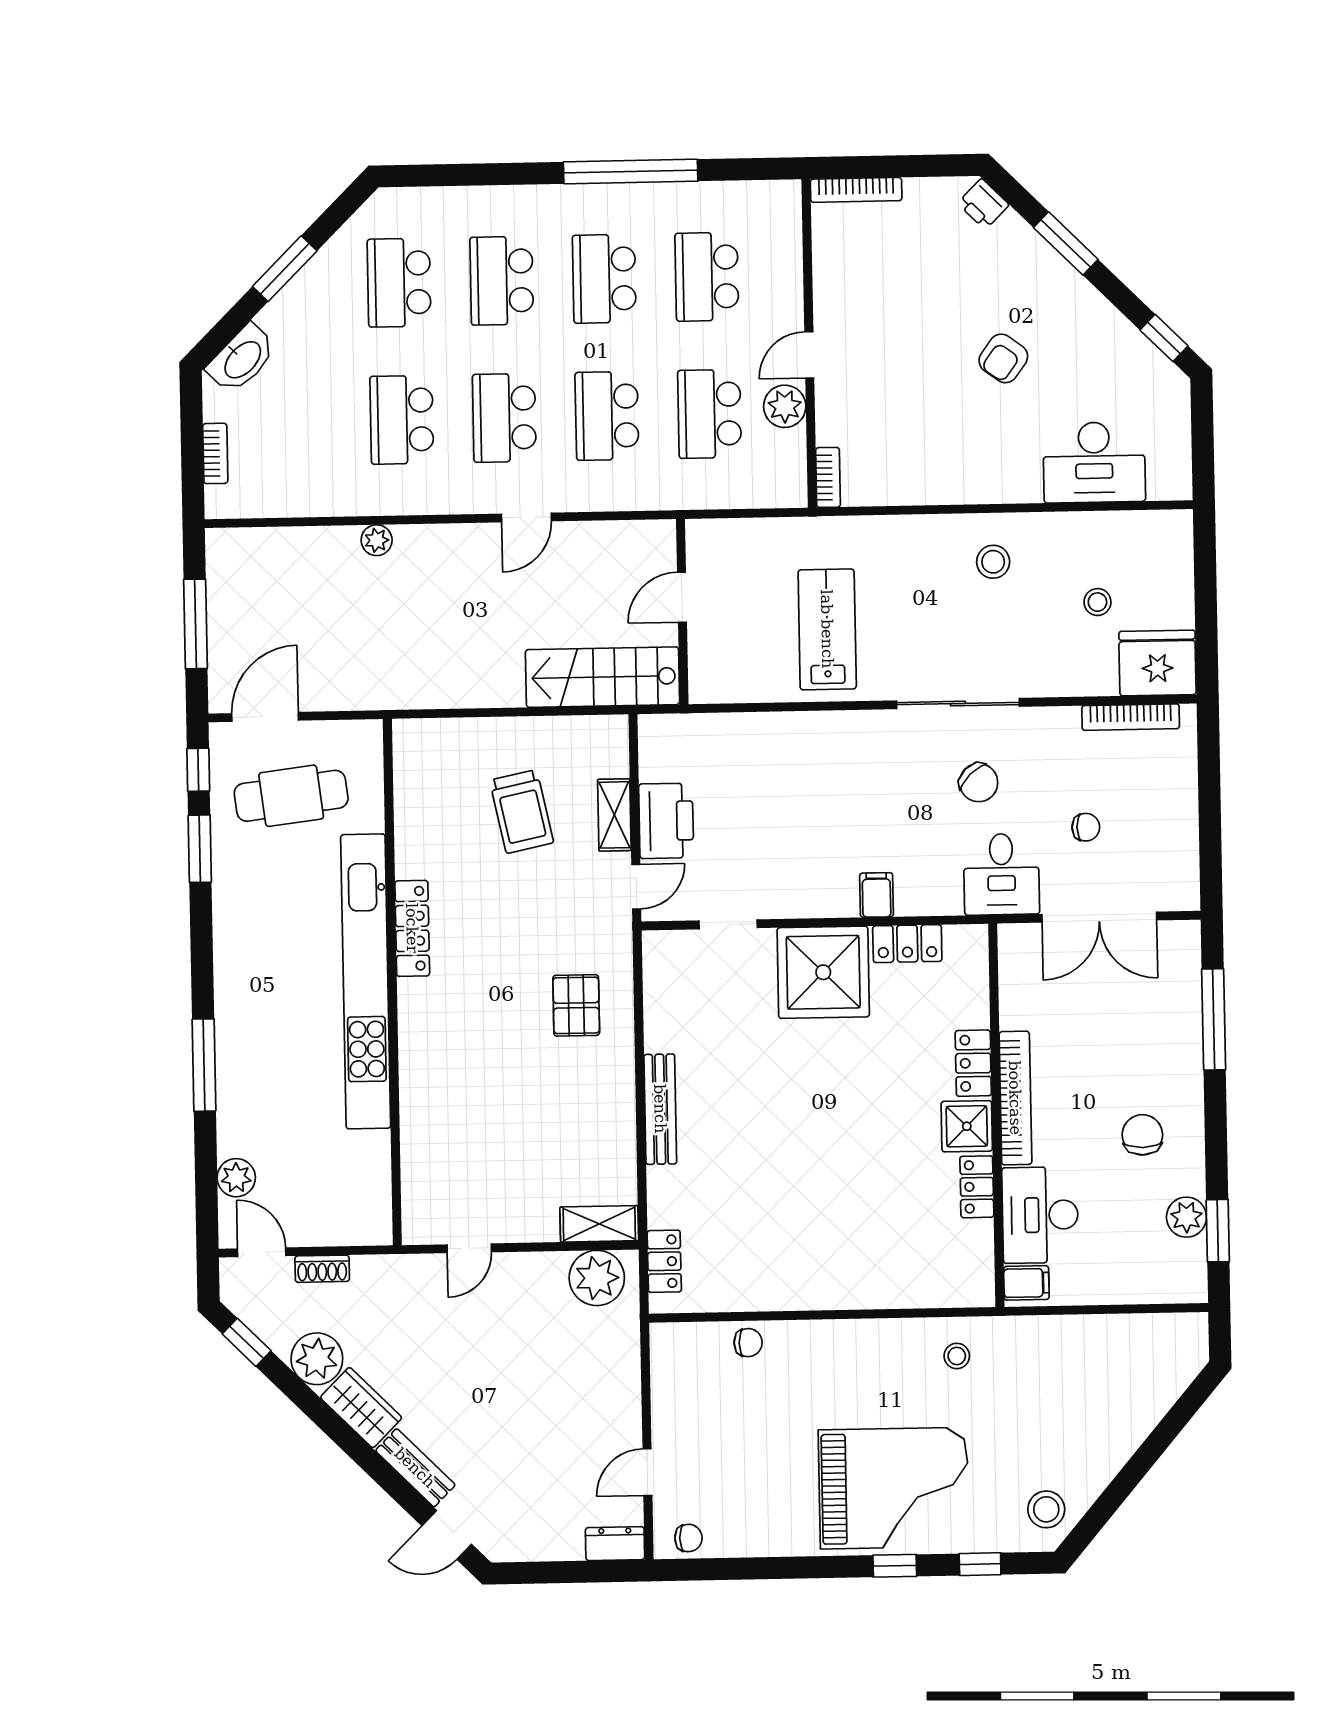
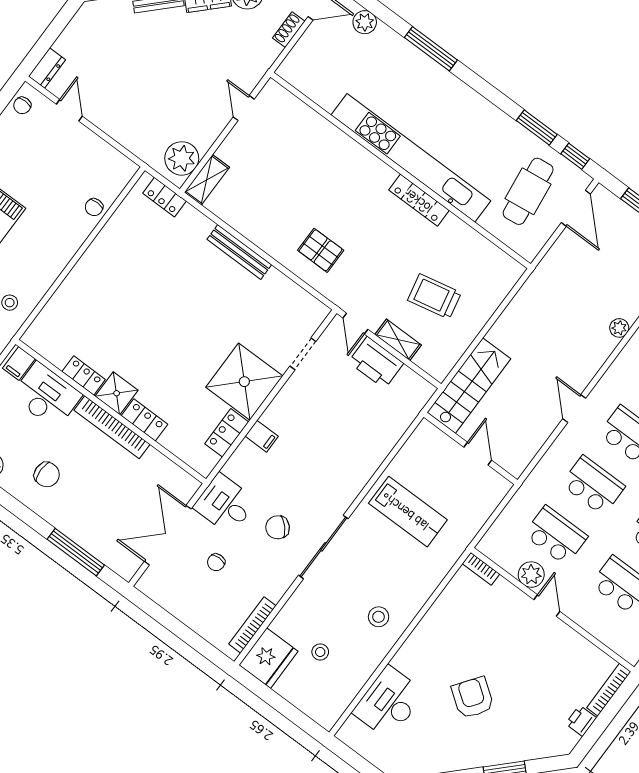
printer: (983, 204) -> (581, 721), moved, turned -45
armchair: (1003, 358) -> (473, 698), width x1.38, depth x1.38

